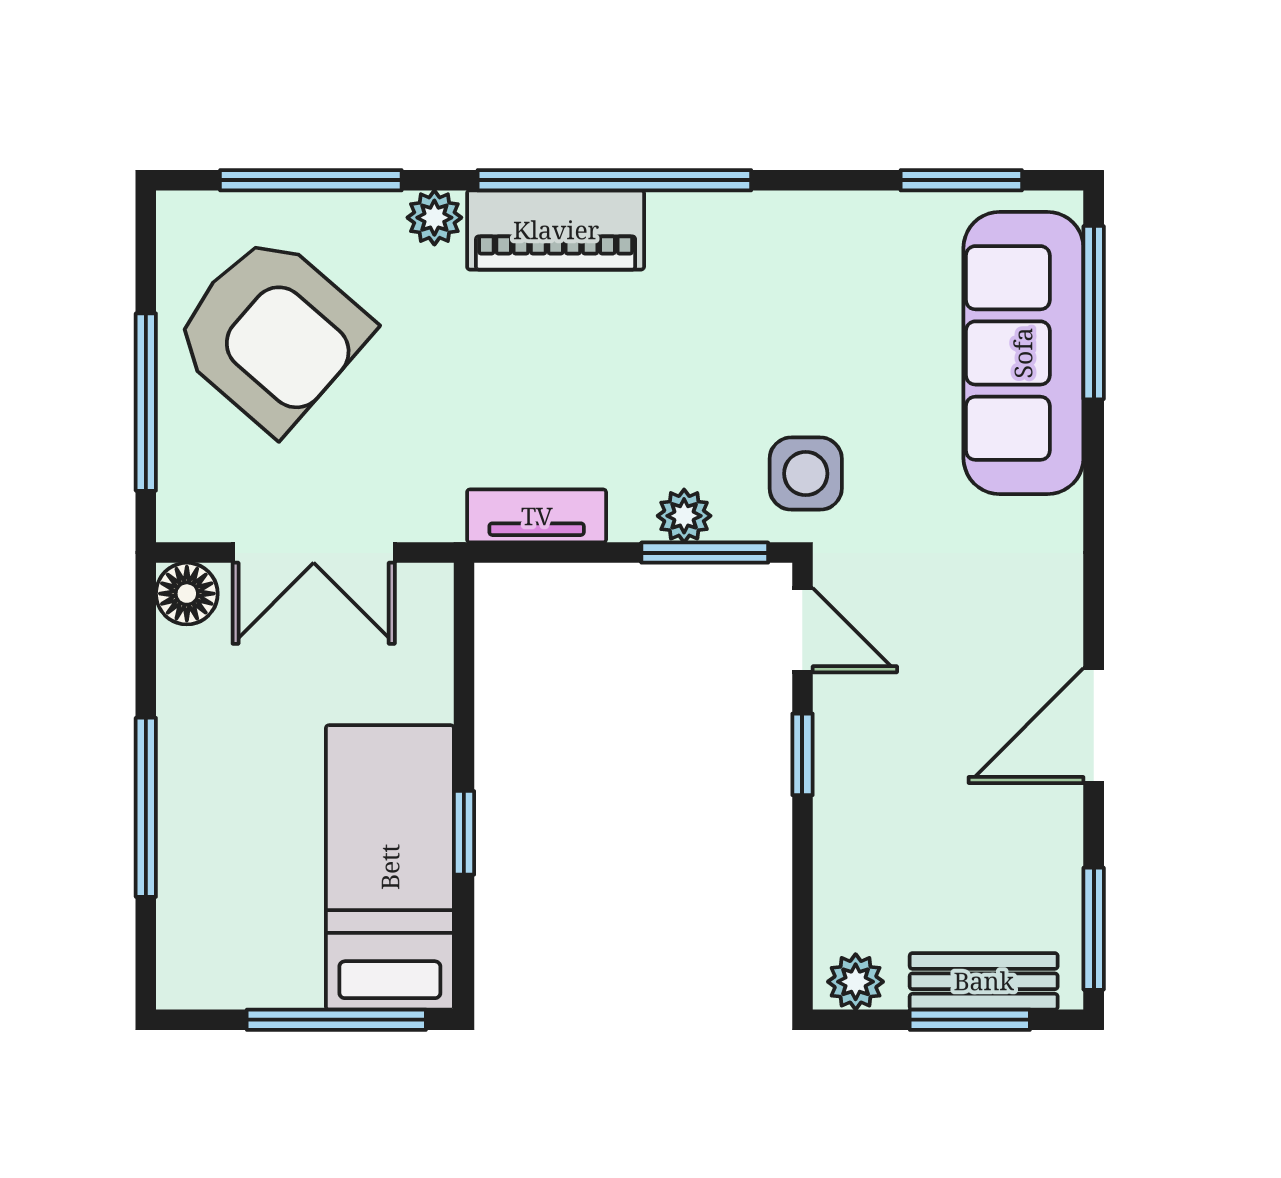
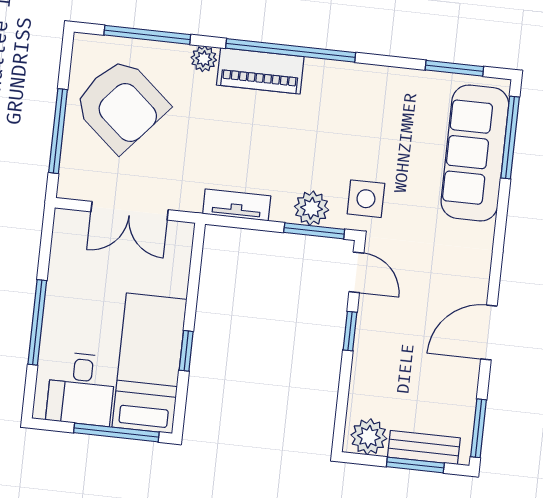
plant: (684, 516) -> (312, 208), width x1.38, depth x1.38
floor lamp: (187, 594) -> (68, 224), removed
desk: (253, 936) -> (81, 389), added
plant: (856, 982) -> (369, 437), width x1.38, depth x1.38

